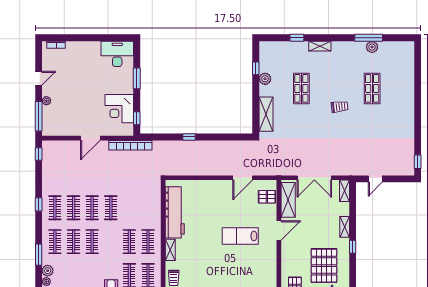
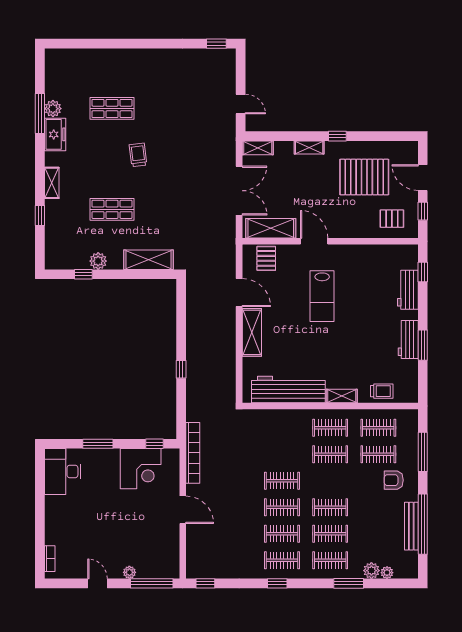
freezer: (354, 49) -> (55, 134), added
shelving: (215, 187) -> (252, 332), added

